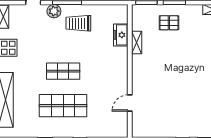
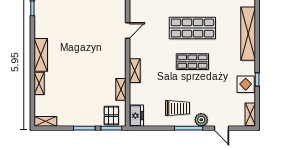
pallet: (169, 23) -> (111, 116), moved, turned 90
freezer: (121, 35) -> (136, 116), moved
shelving: (122, 62) -> (135, 71), added

